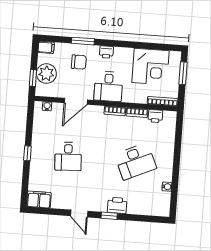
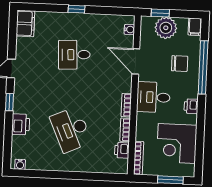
window: (83, 41) -> (203, 67), width x2.11
printer: (106, 52) -> (191, 106), moved
chair: (79, 62) -> (180, 64), turned -90
water cooler: (167, 187) -> (20, 164), moved
printer: (117, 205) -> (21, 124), moved

